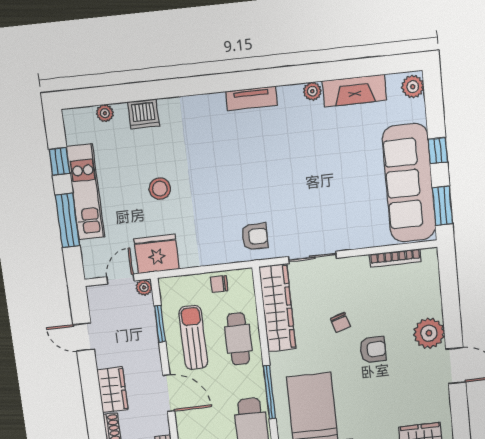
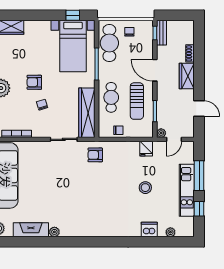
tv unit: (252, 98) -> (89, 232), removed
fridge: (157, 254) -> (146, 149), width x0.53, depth x0.75
chair: (340, 322) -> (42, 105), moved

